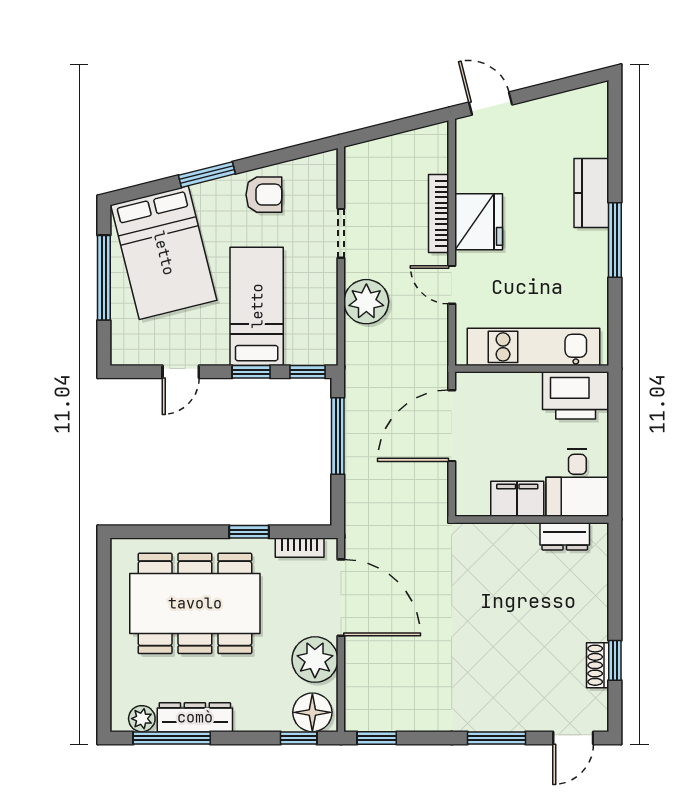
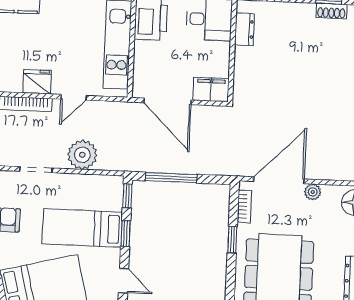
fridge: (479, 222) -> (37, 82), width x0.73, depth x0.75
filing cabinet: (517, 499) -> (211, 89), moved, turned 90
plant: (315, 660) -> (313, 192), width x0.53, depth x0.53

